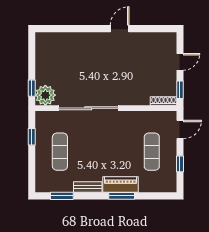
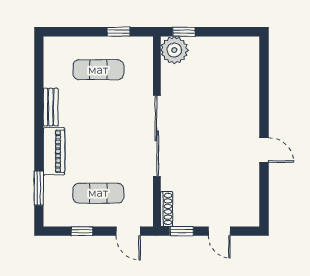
sliding door: (88, 108) -> (157, 136), moved
window: (62, 196) -> (39, 72), removed
window: (122, 196) -> (39, 188), moved

